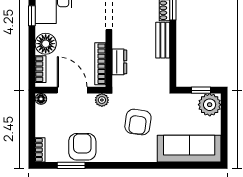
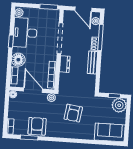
dresser: (119, 62) -> (65, 64), moved
sofa: (189, 149) -> (110, 132), width x0.73

